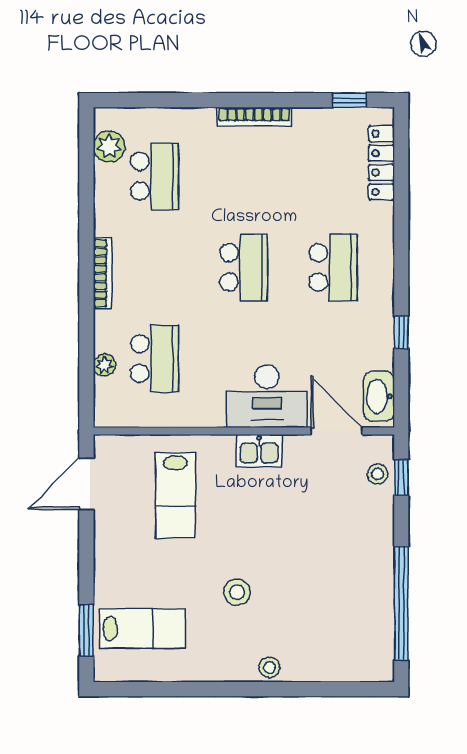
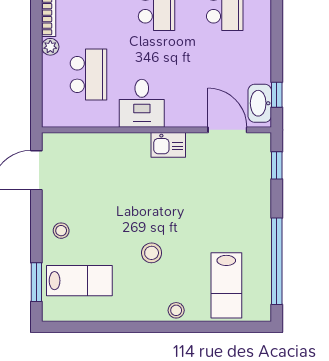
window: (401, 332) -> (277, 95), moved
plant: (105, 365) -> (50, 47), moved
desk: (267, 396) -> (142, 103), moved, width x0.73
stool: (378, 474) -> (61, 231), moved
lab bench: (176, 496) -> (226, 285), moved

